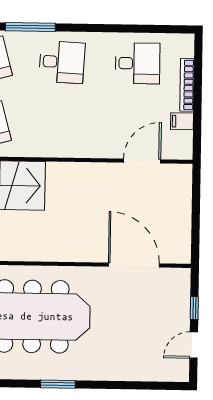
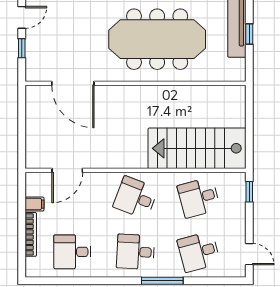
desk: (61, 127) -> (136, 198), added

